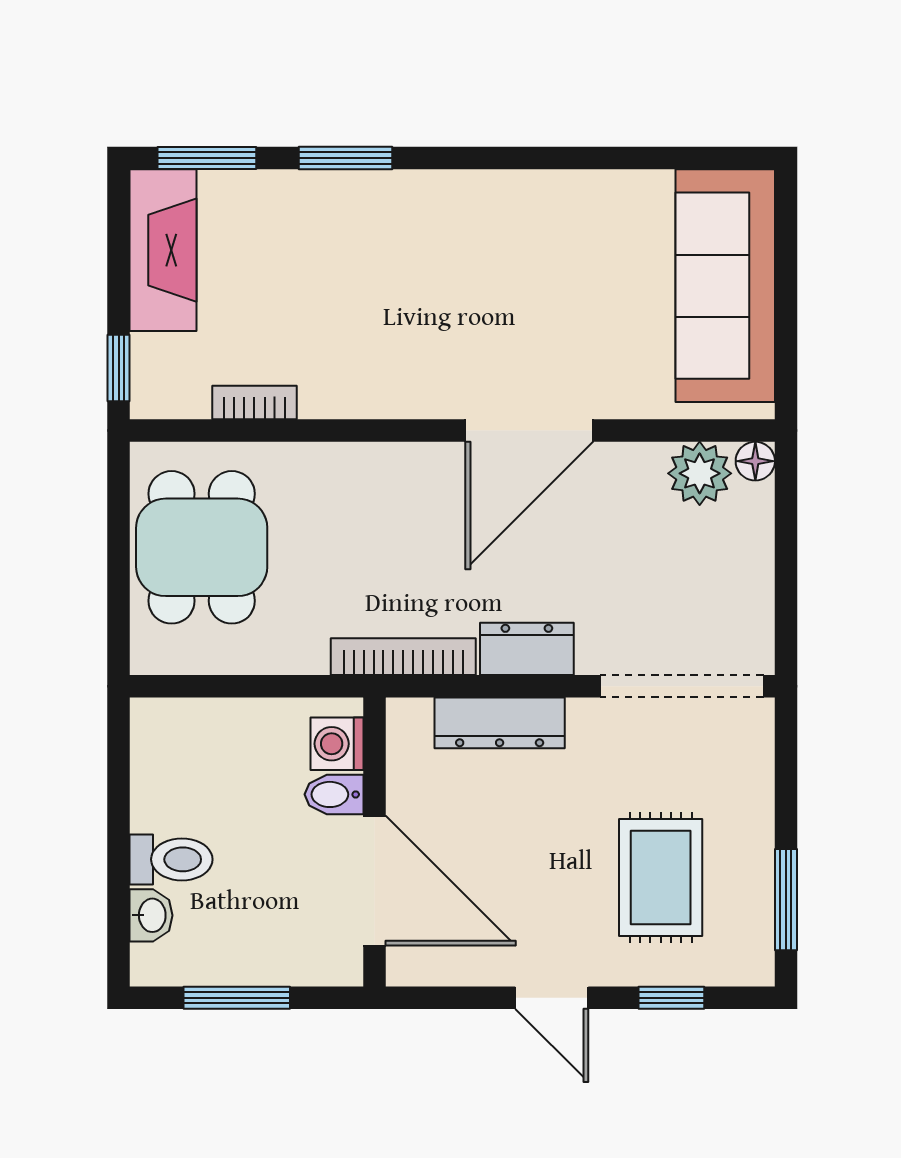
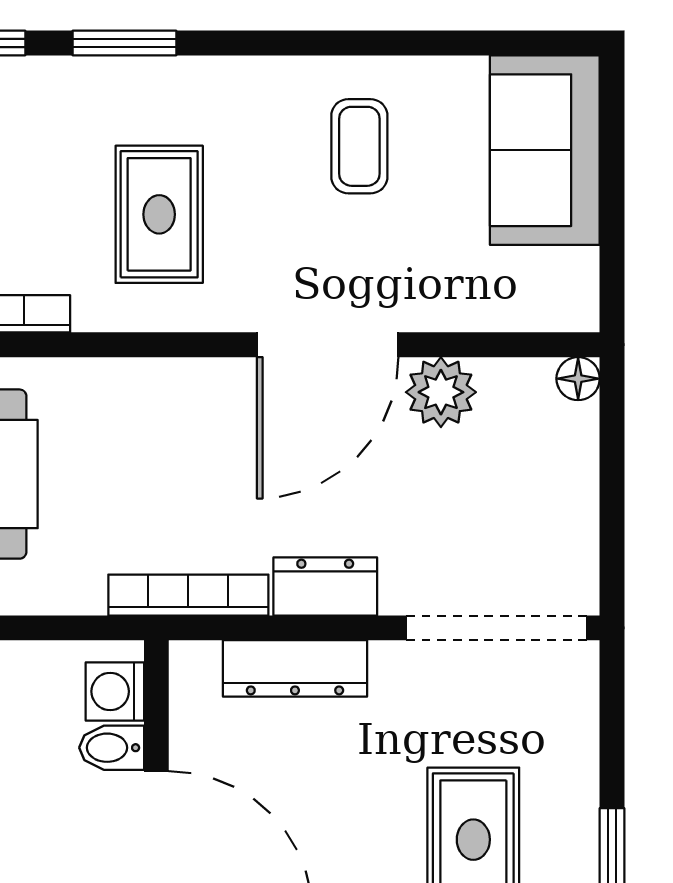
coffee table: (558, 251) -> (359, 146), added
sofa: (725, 286) -> (545, 150), width x0.73
rug: (377, 313) -> (159, 214), added
plant: (700, 473) -> (441, 392), moved

